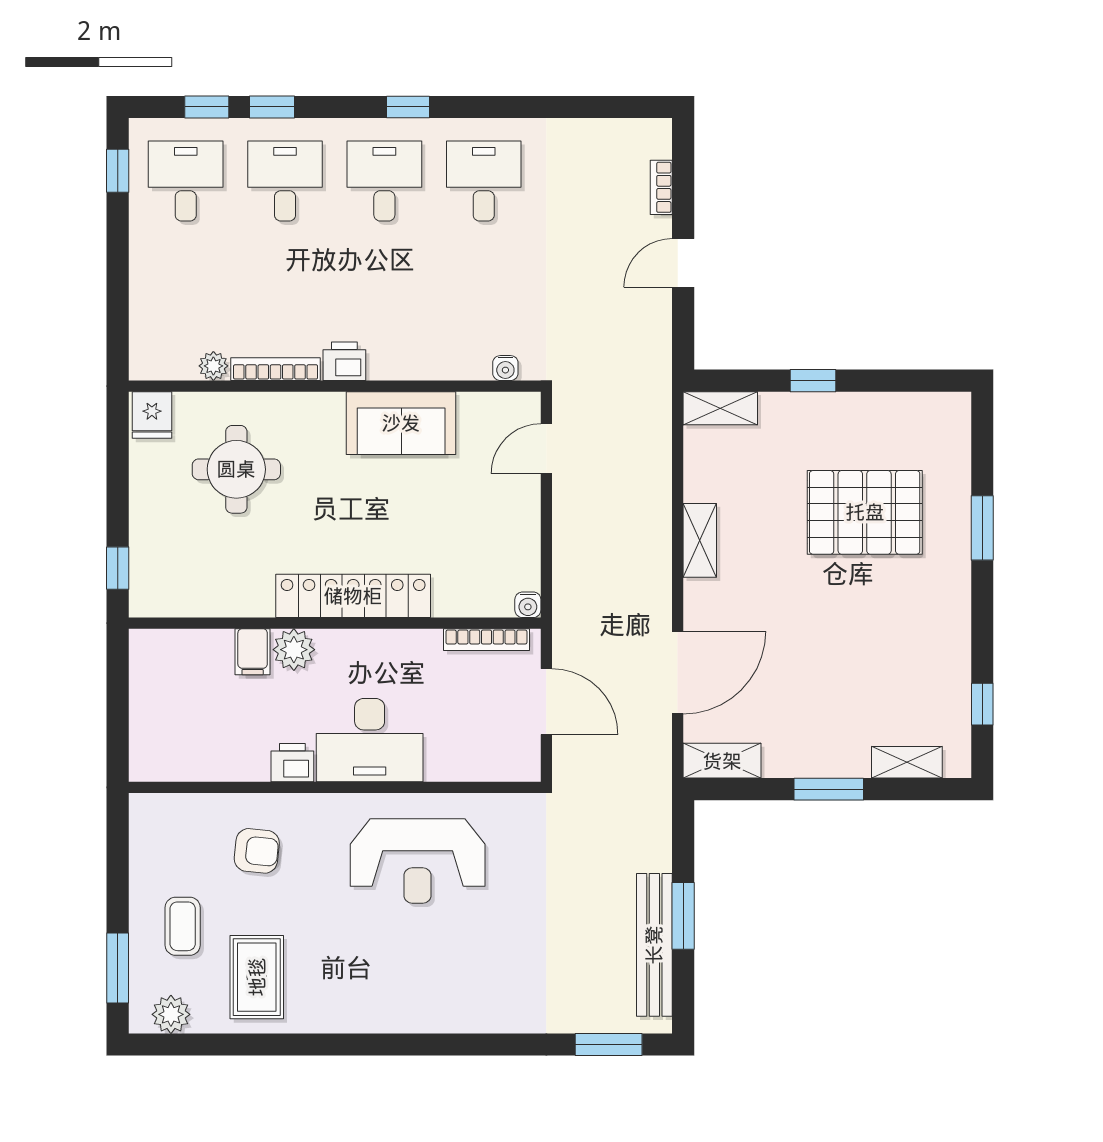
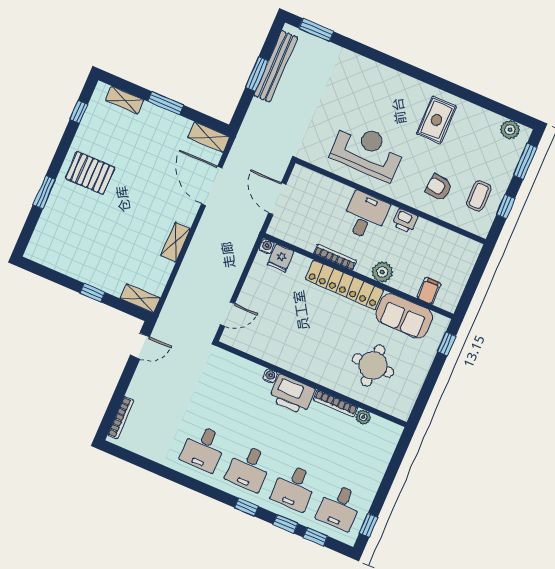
window: (408, 107) -> (246, 507), moved
bookcase: (661, 187) -> (121, 418), width x1.56
door: (683, 263) -> (140, 346), moved
printer: (344, 361) -> (292, 394), width x1.87, depth x1.48
water cooler: (505, 368) -> (270, 376), moved
fridge: (152, 415) -> (281, 258), moved, turned 180
sofa: (401, 423) -> (404, 316), moved, turned 180
pallet: (865, 512) -> (90, 173), moved, width x0.73, depth x0.71
bookcase: (486, 640) -> (335, 257), moved
filing cabinet: (253, 652) -> (429, 291), moved
door: (678, 673) -> (212, 186), hinge flipped
desk: (370, 740) -> (365, 216), width x0.73
window: (118, 869) -> (506, 207), added
coffee table: (183, 926) -> (479, 196), moved
rug: (257, 977) -> (436, 120), moved

